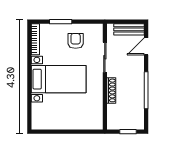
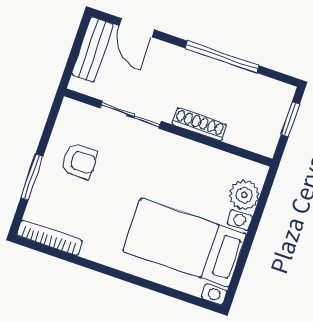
armchair: (76, 41) -> (79, 161), turned 180
bed with nightstands: (59, 79) -> (185, 243), moved, turned -90
plant: (86, 122) -> (244, 195), added

